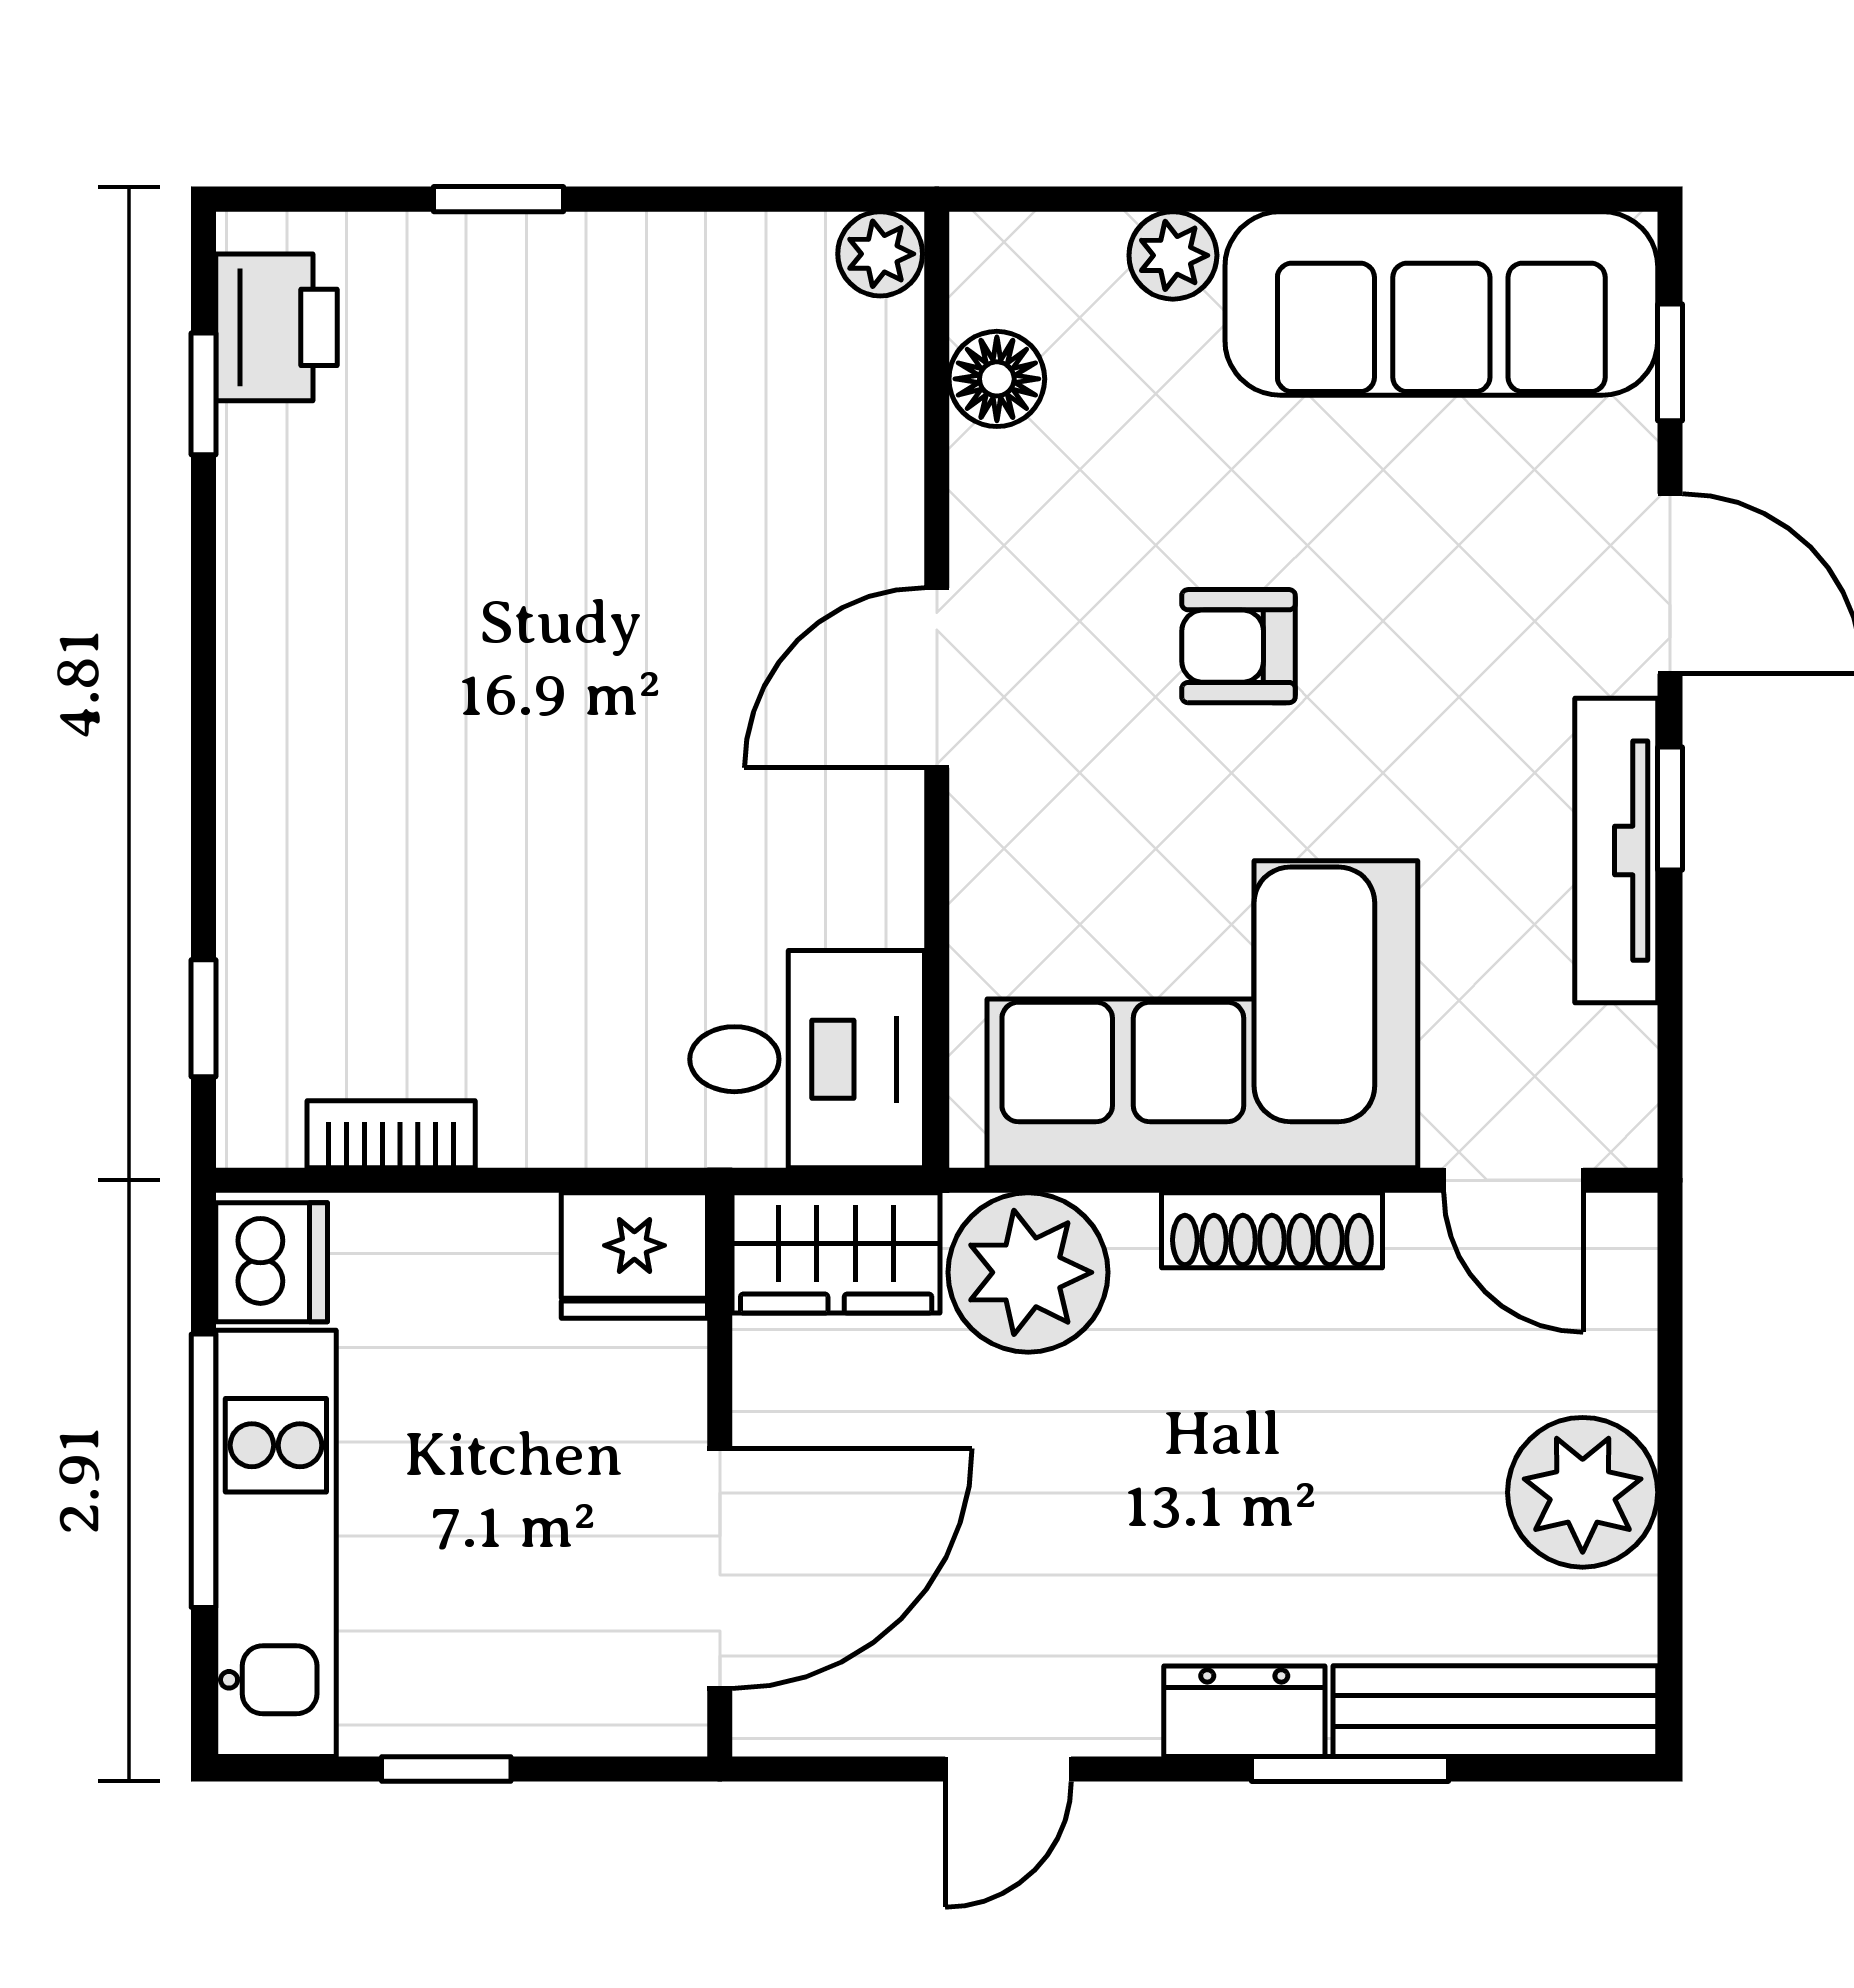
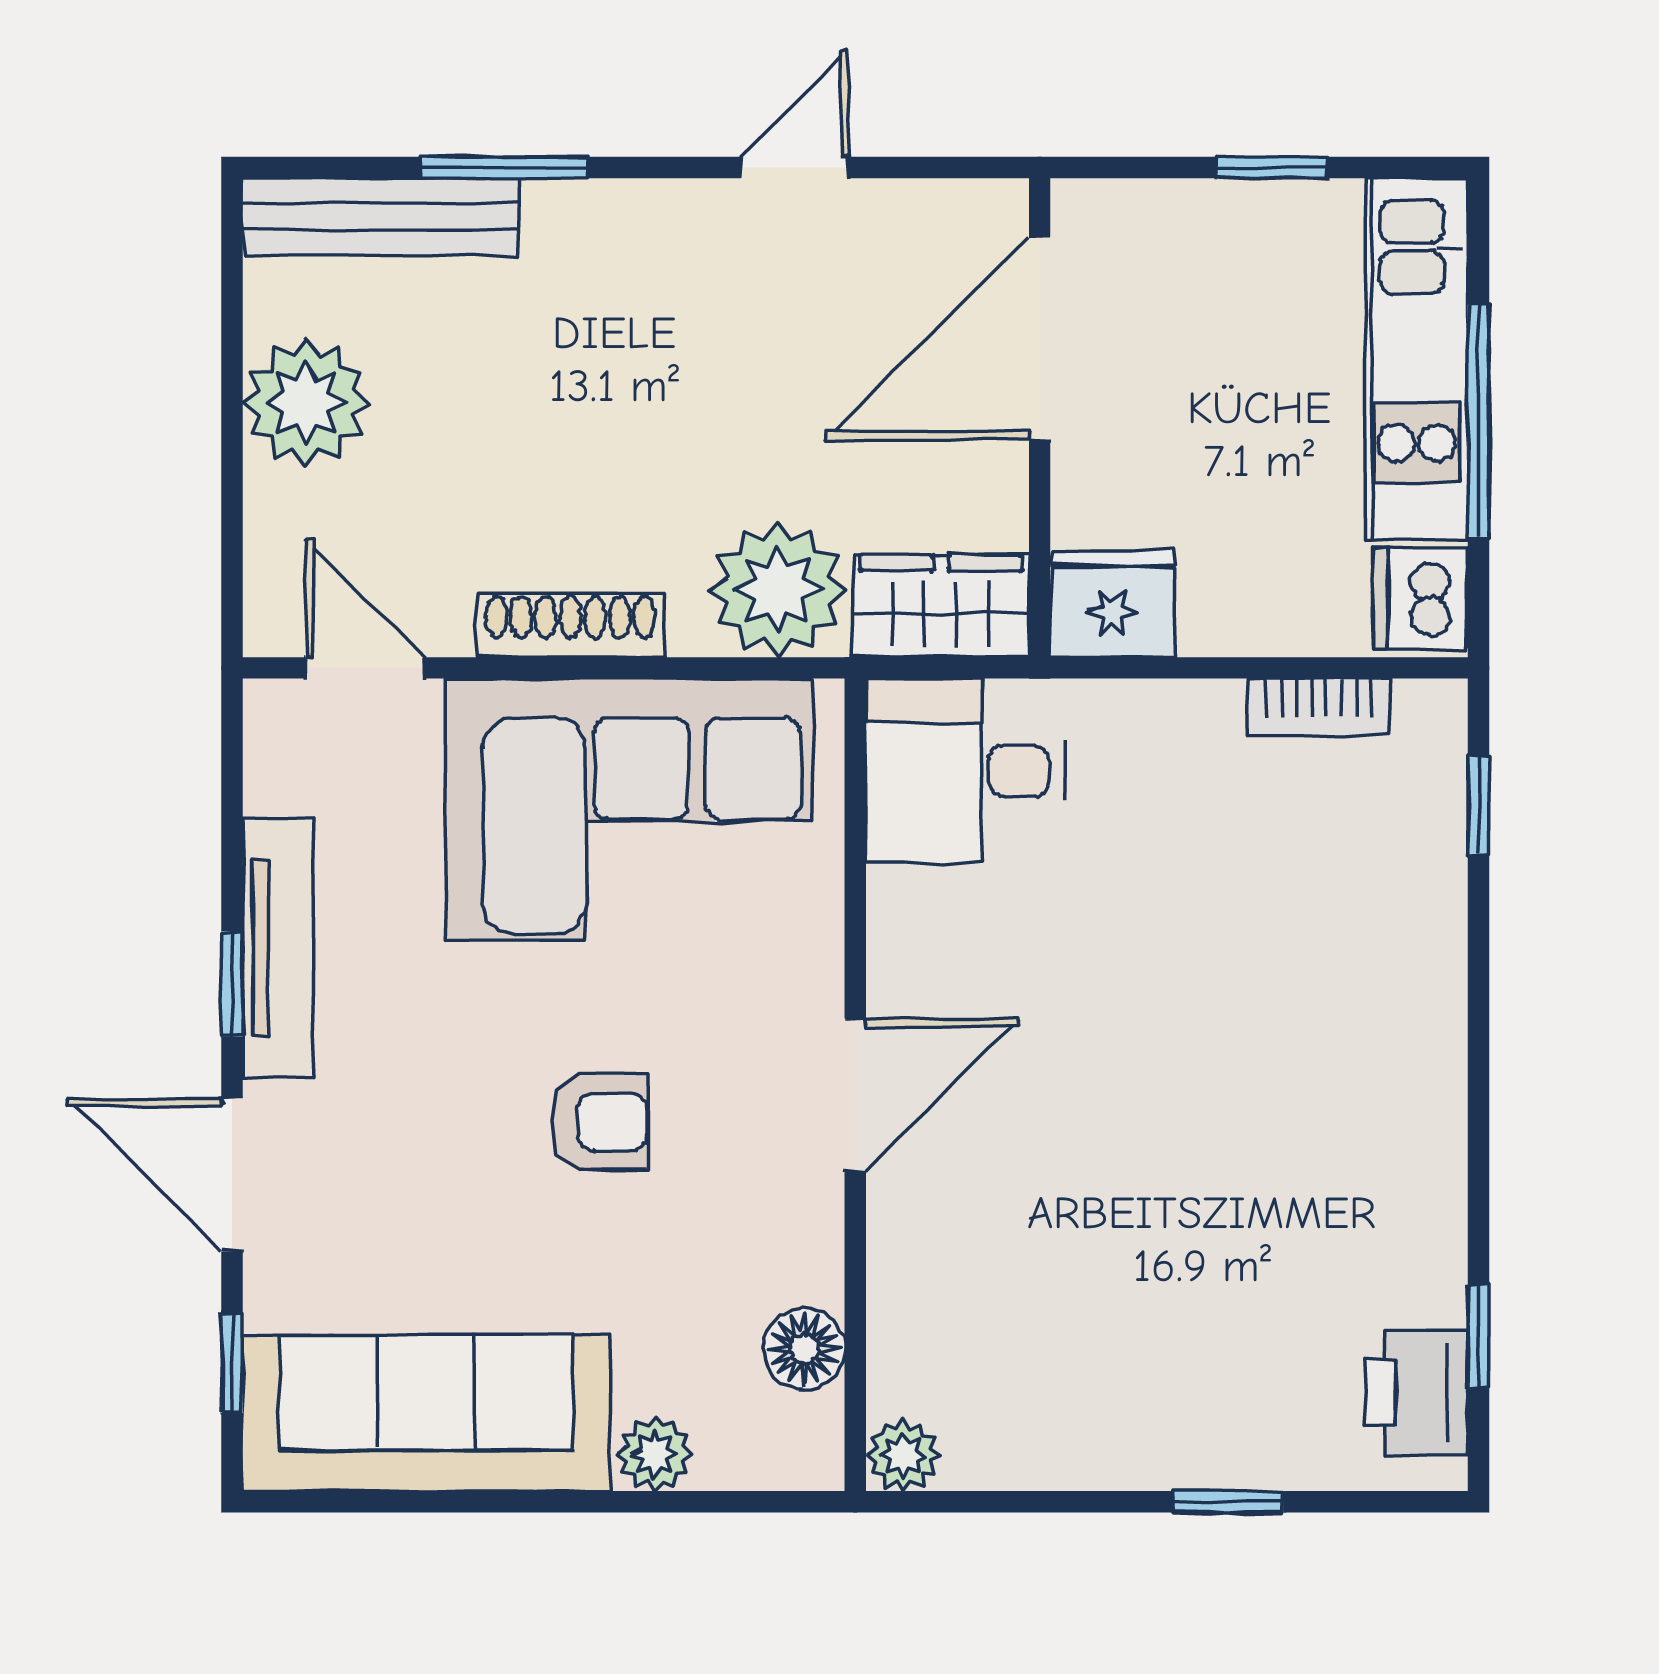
dresser: (1244, 1711) -> (594, 217), removed

